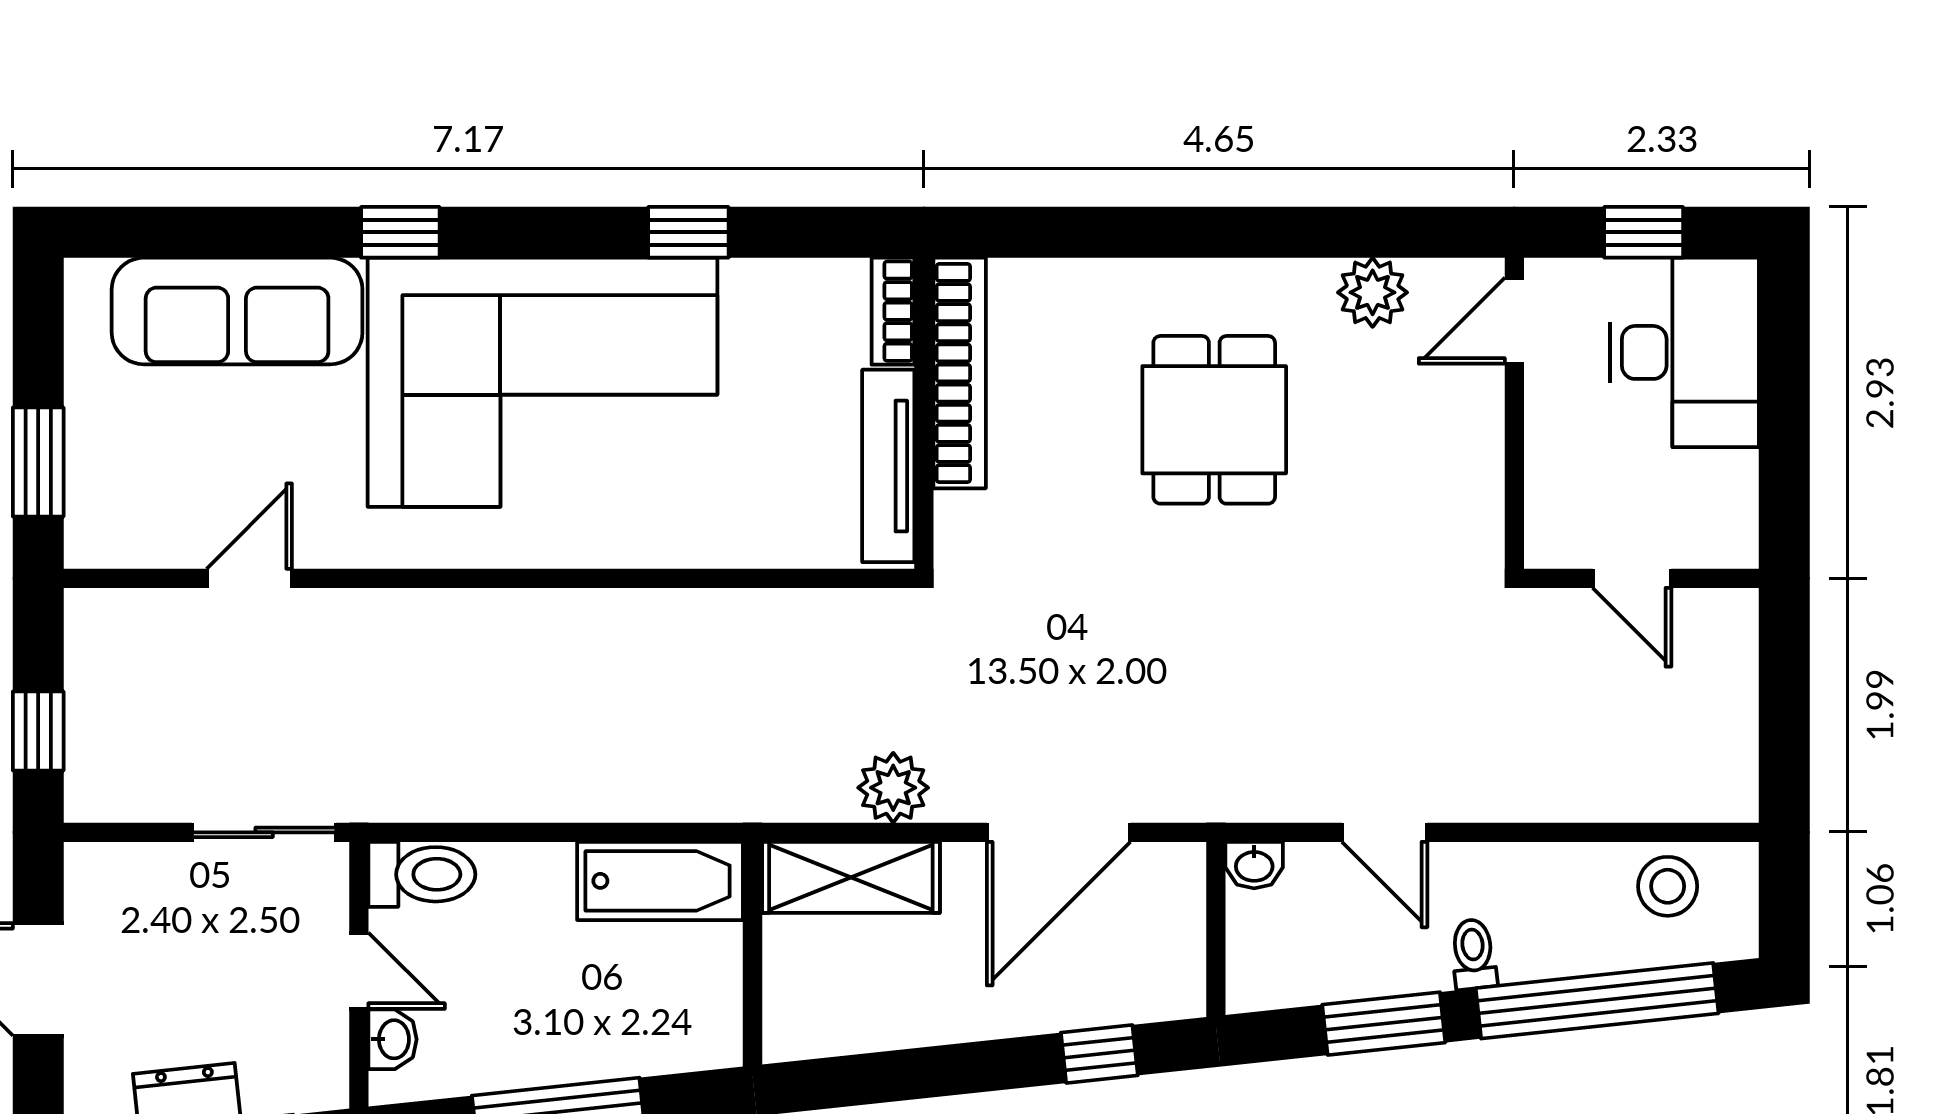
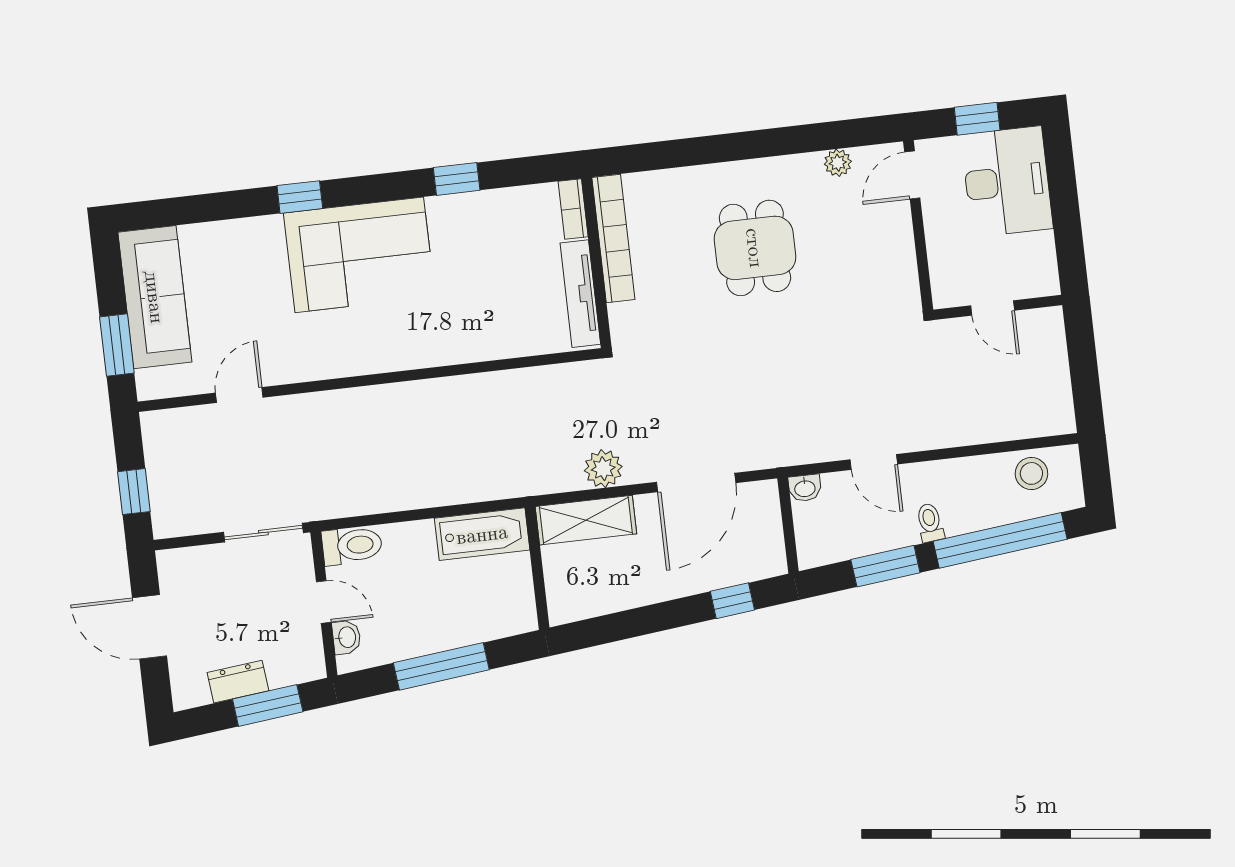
plant: (1373, 292) -> (838, 163), width x0.73, depth x0.73
sofa: (237, 311) -> (155, 297), moved, turned -90
corner sofa: (542, 382) -> (359, 255), width x0.73, depth x0.74

